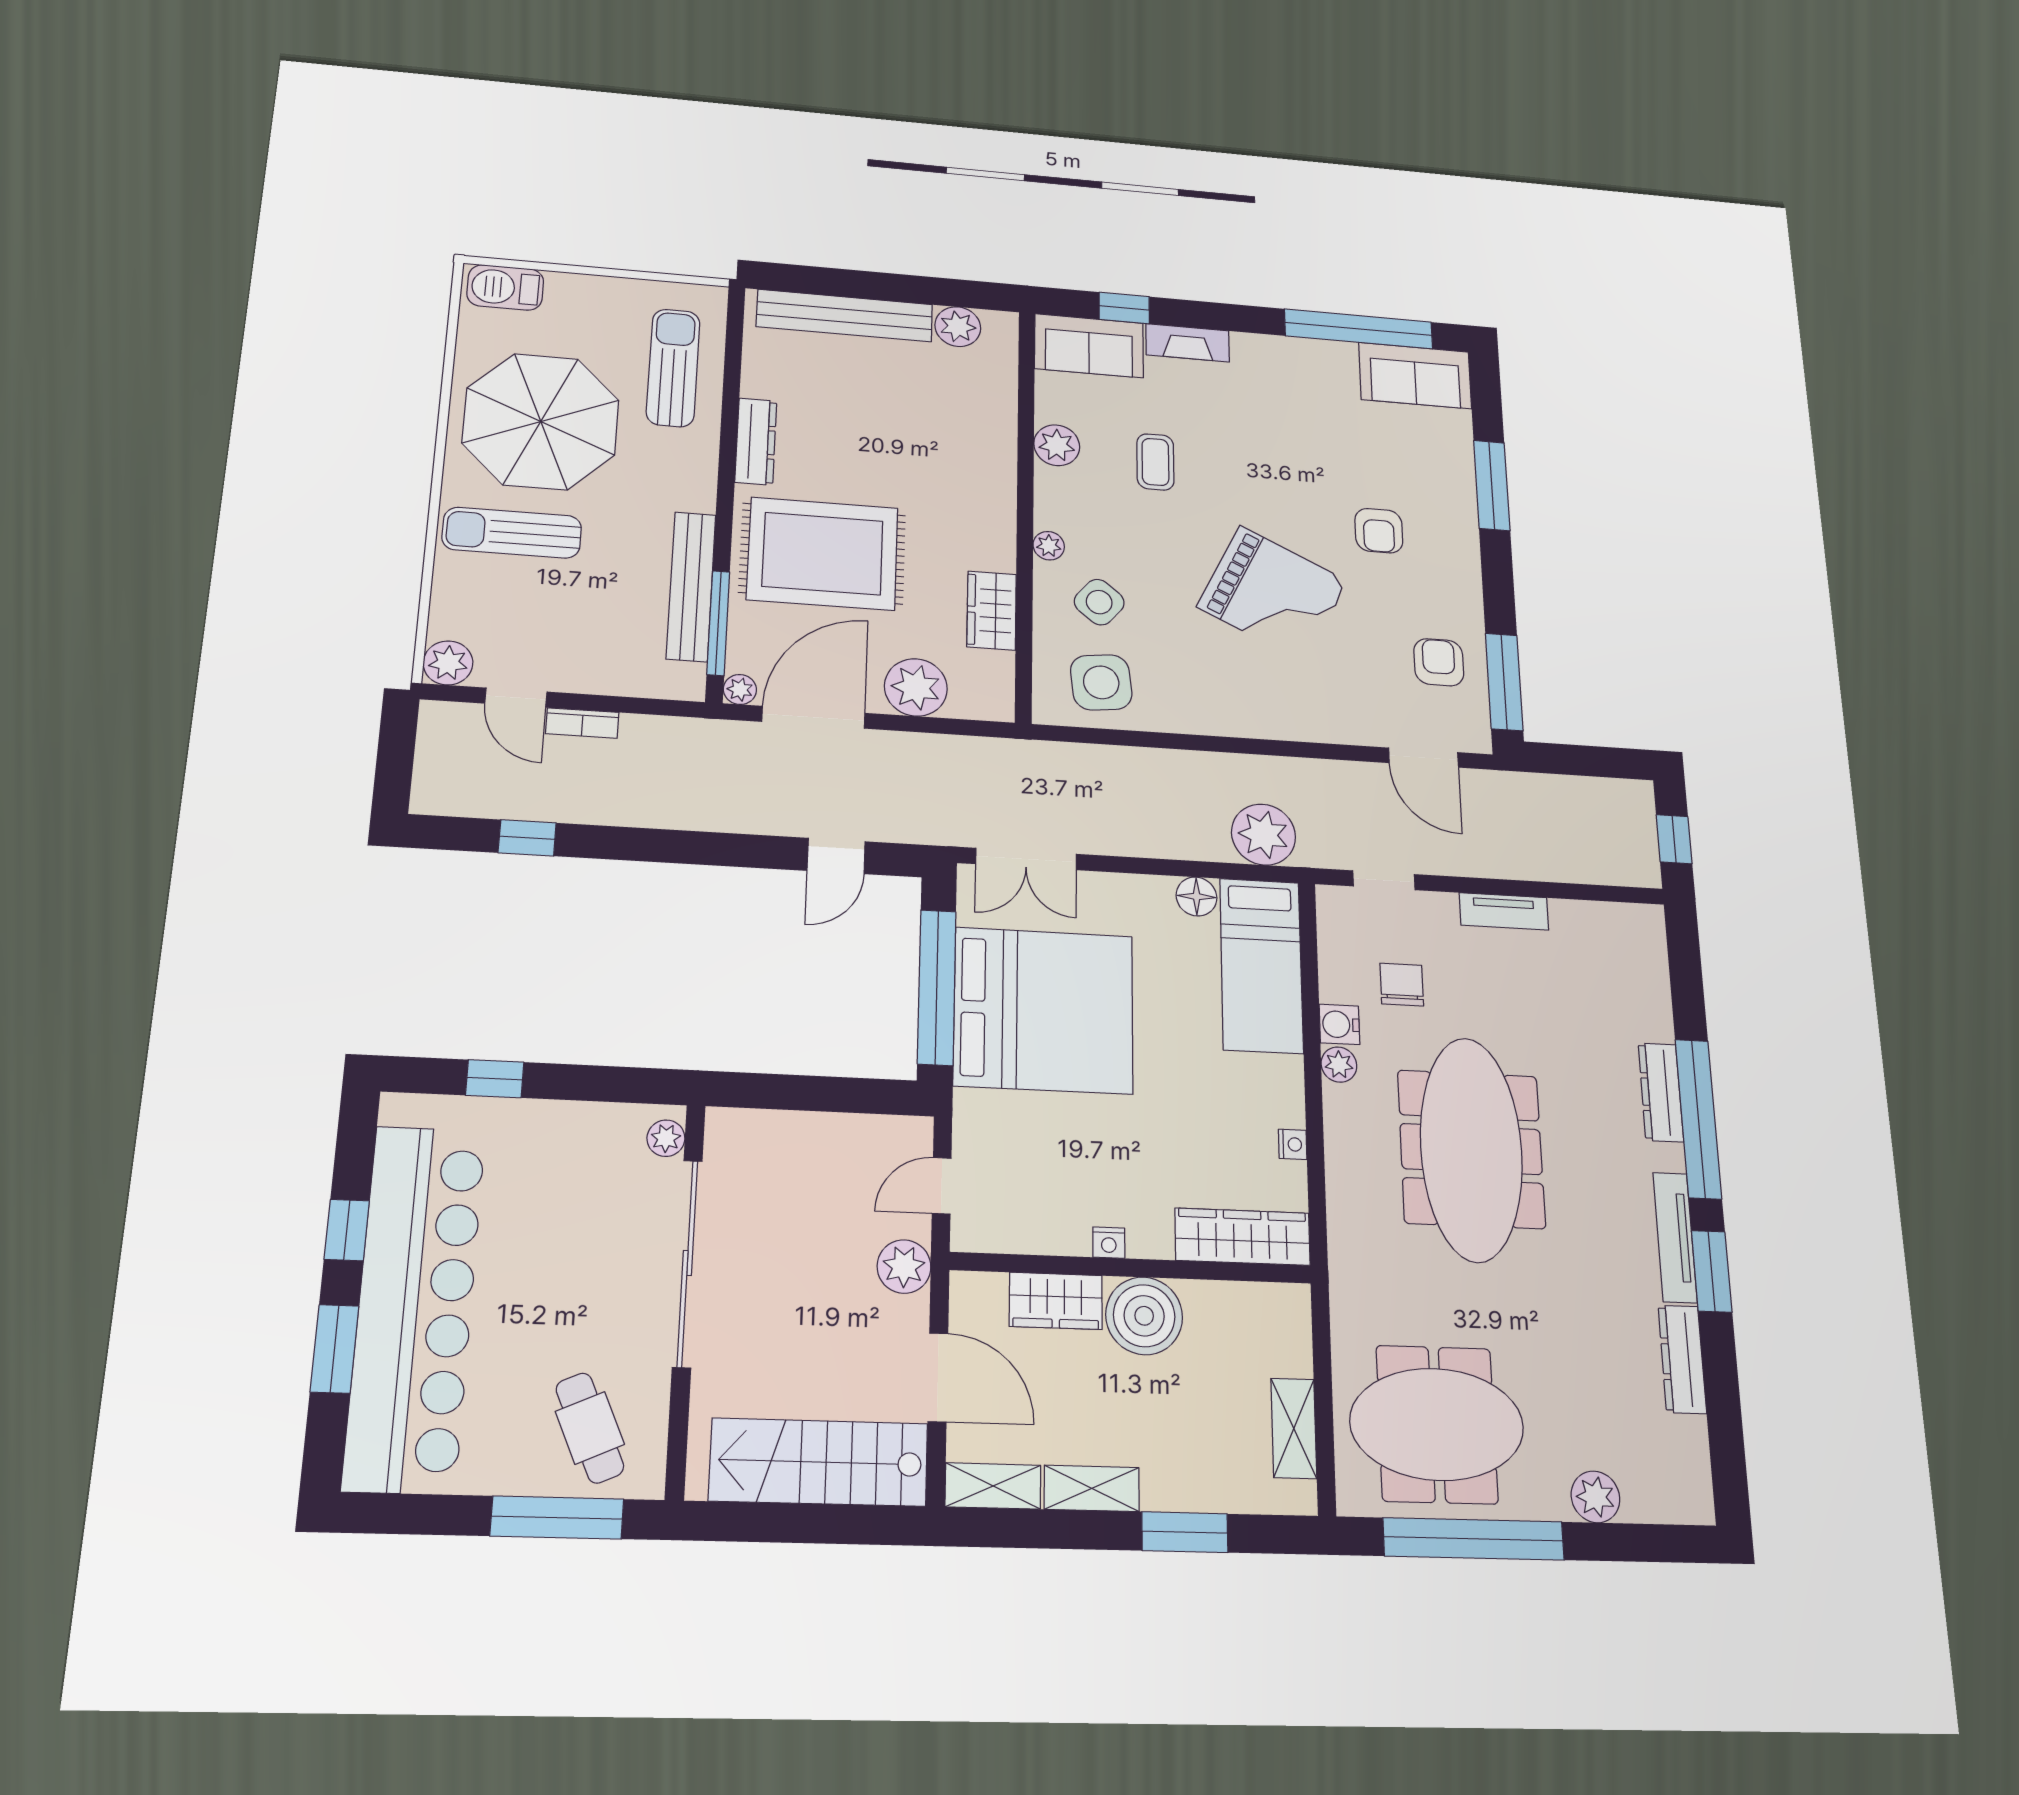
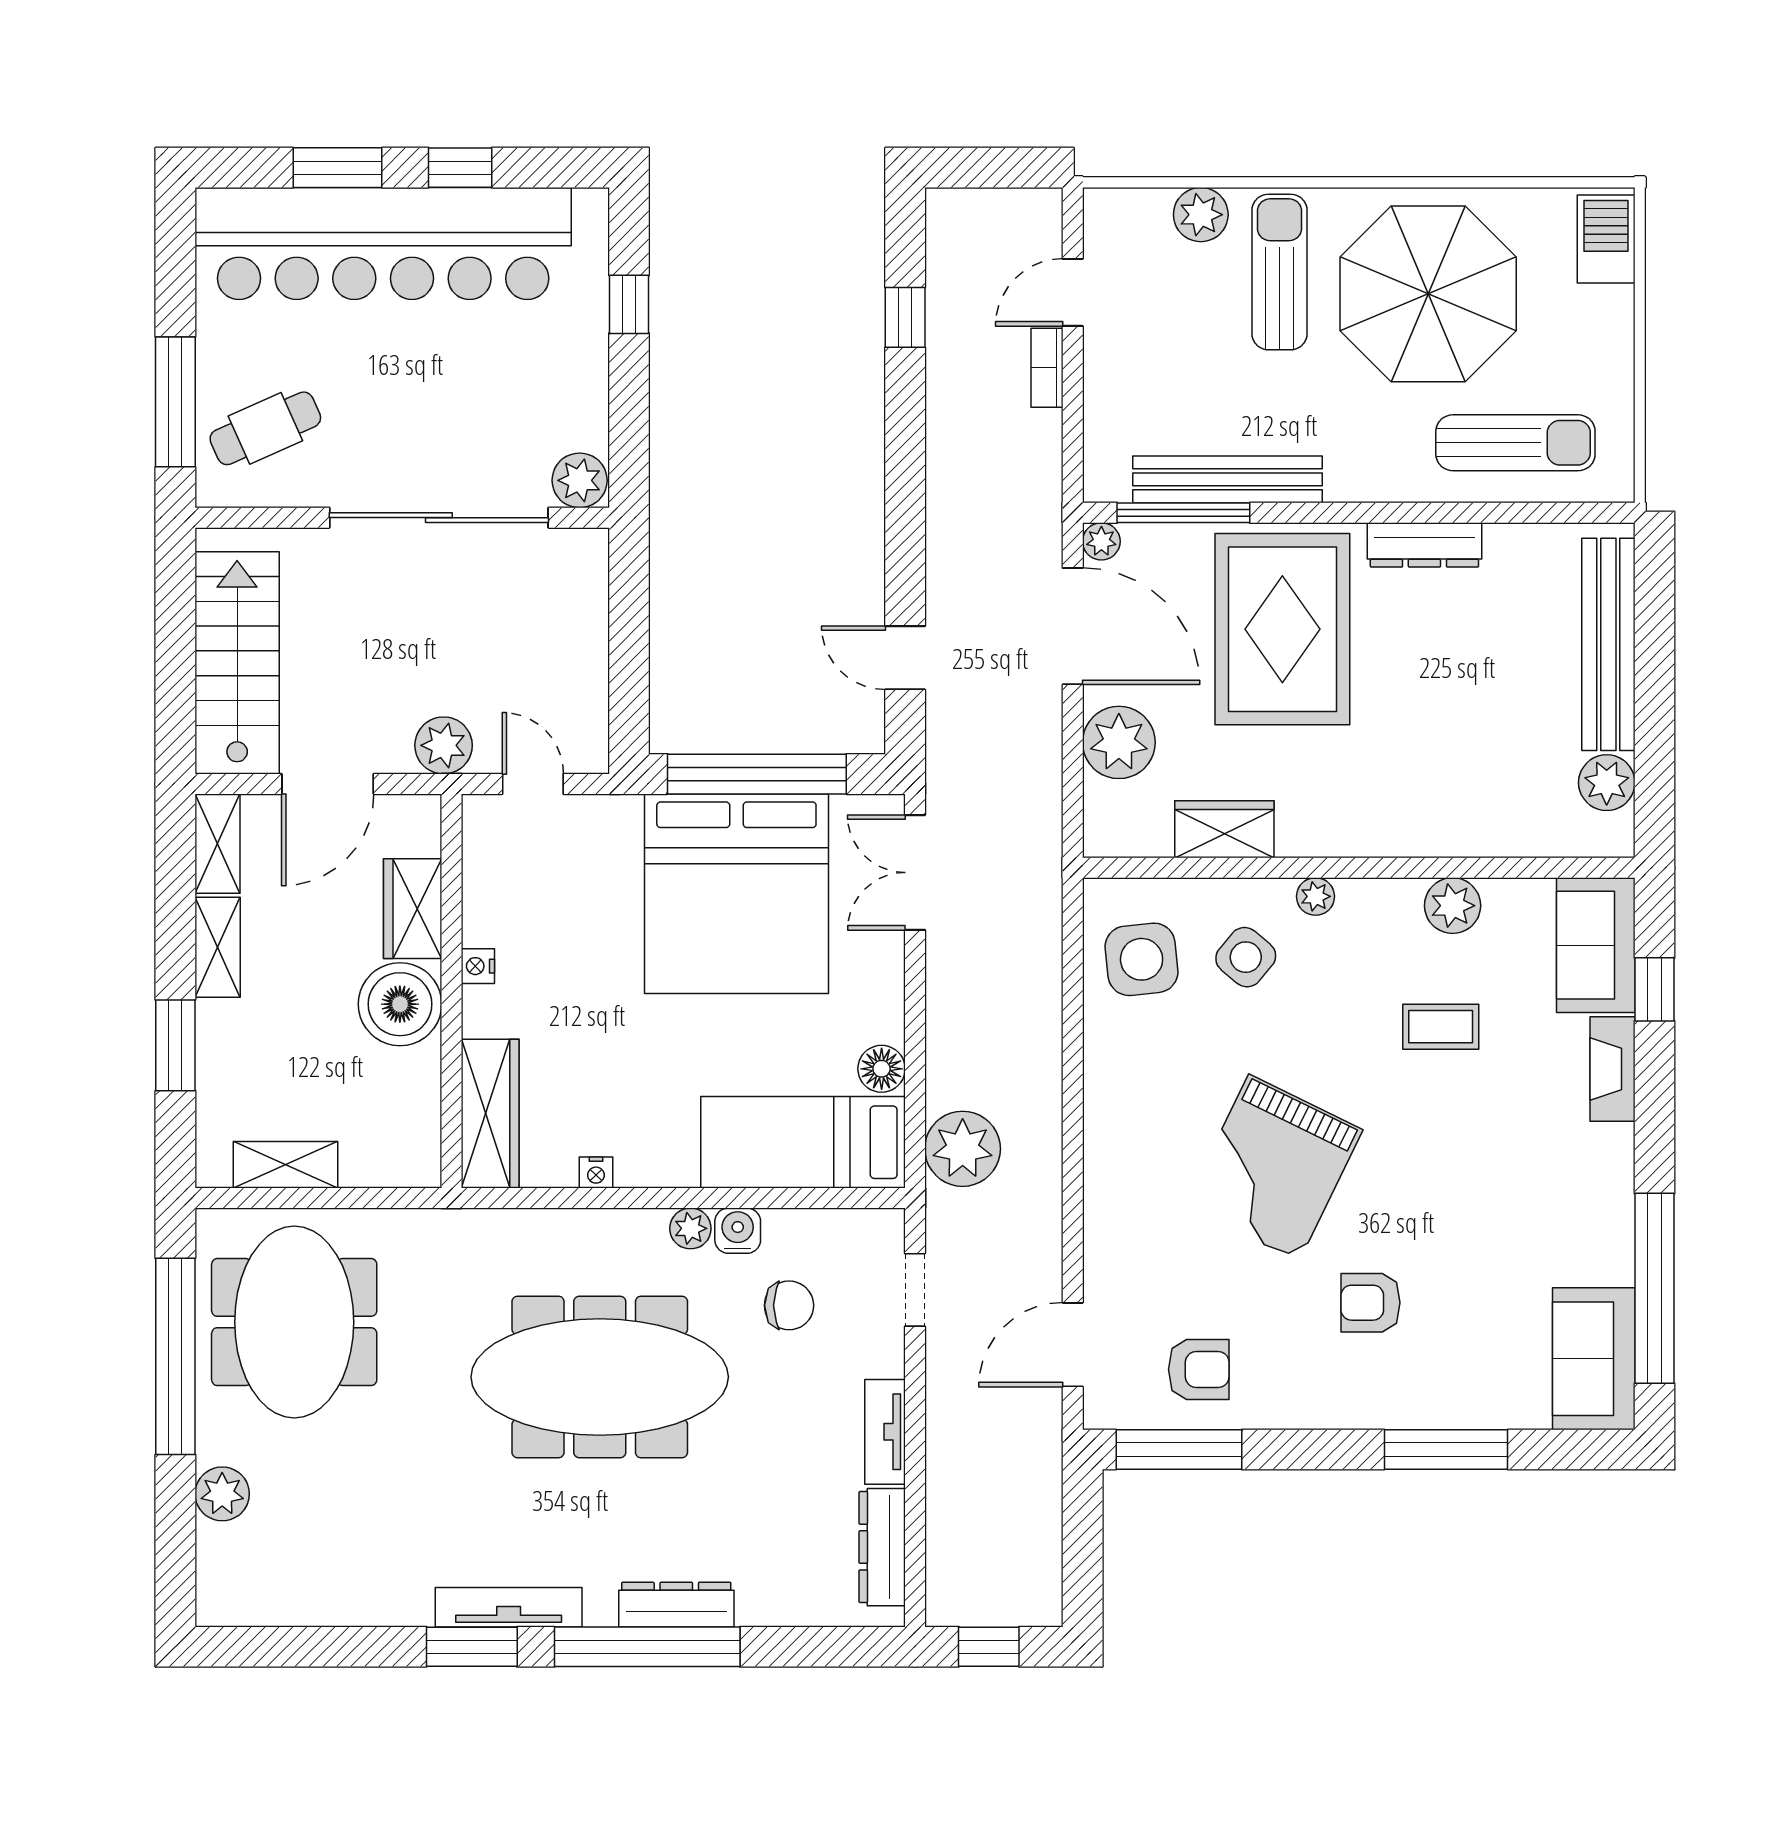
plant: (448, 663) -> (1201, 215), moved
plant: (666, 1138) -> (580, 480), width x1.38, depth x1.38
dresser: (1682, 1359) -> (882, 1547), moved, turned -90

